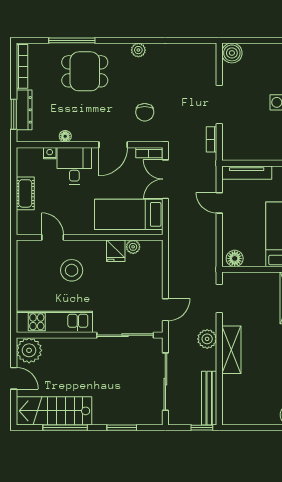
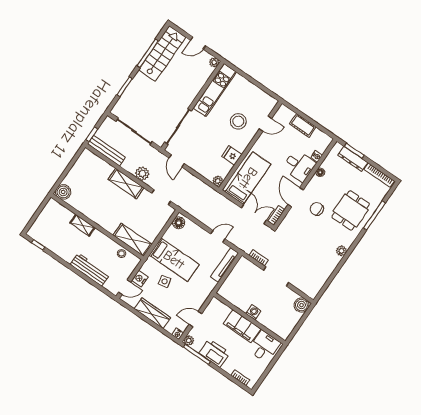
chair: (145, 112) -> (317, 209), moved
plant: (133, 247) -> (218, 181), moved
plant: (29, 350) -> (214, 62), width x0.53, depth x0.53

